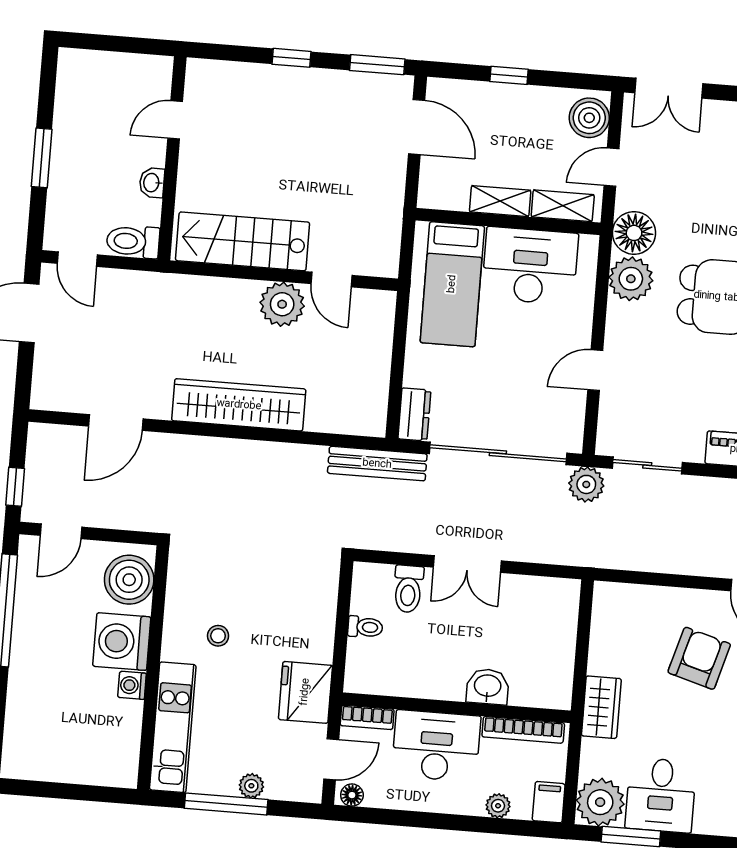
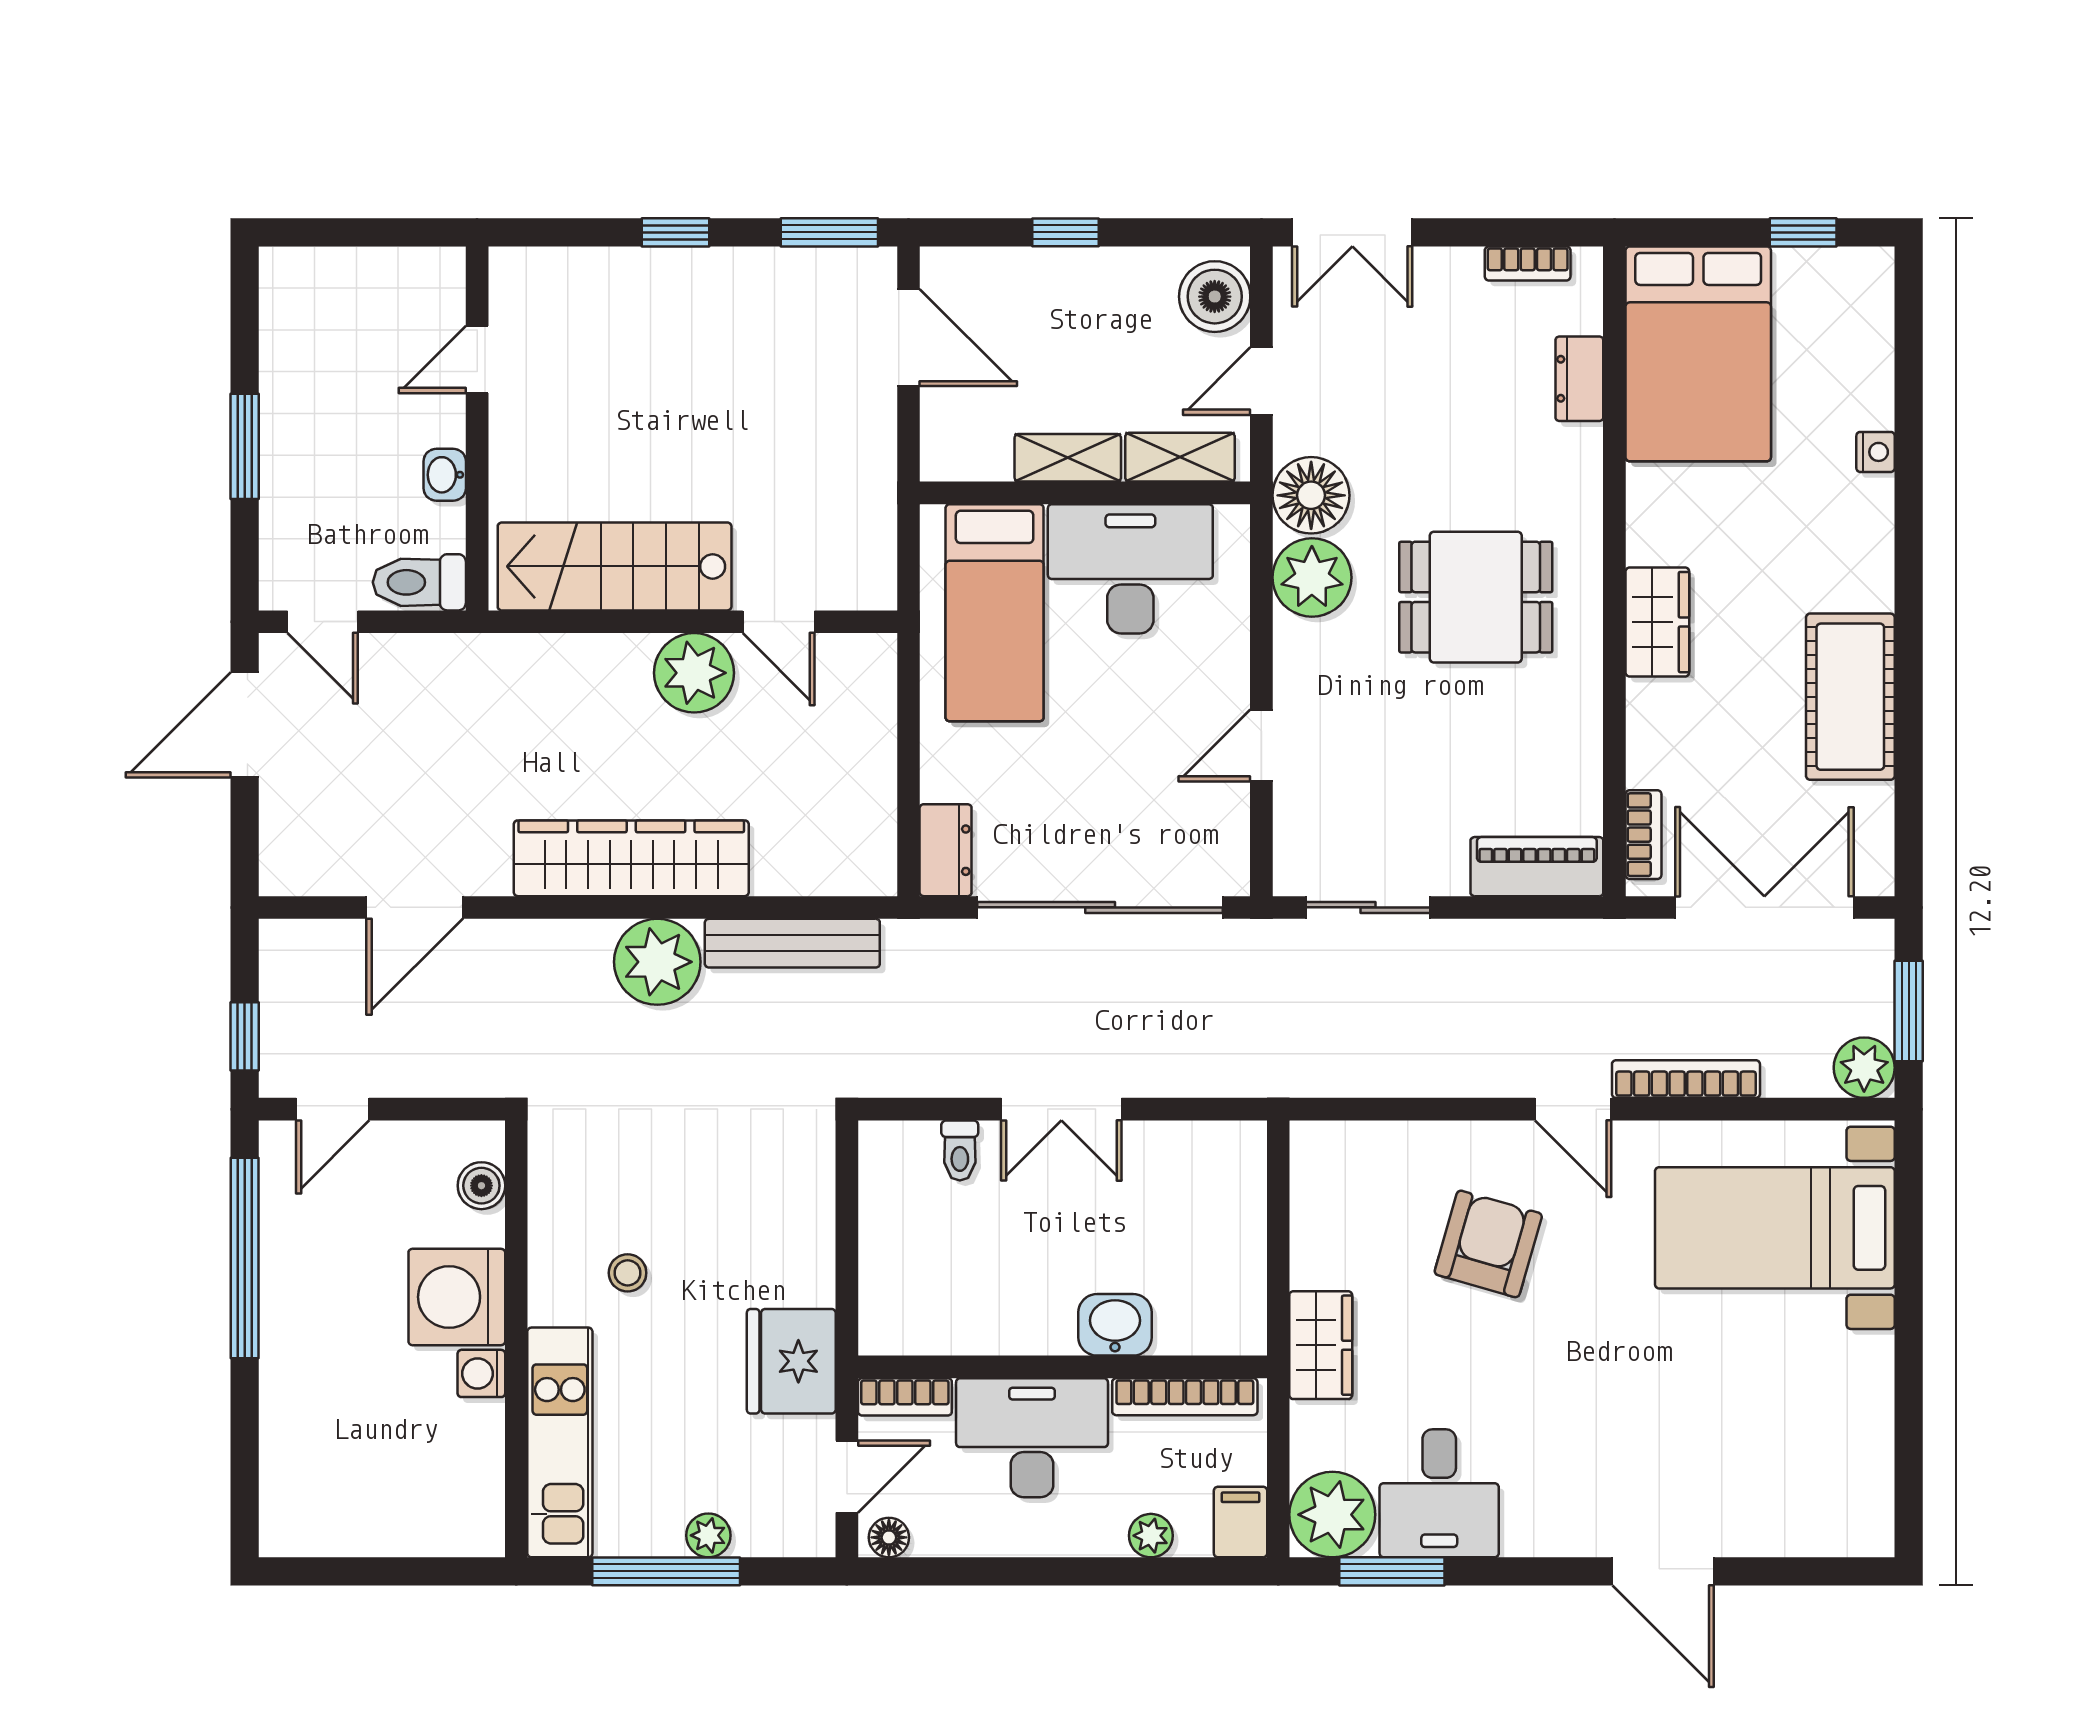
bench: (377, 464) -> (792, 943), moved
plant: (586, 484) -> (657, 962), moved, width x1.36, depth x1.36
boiler: (129, 580) -> (481, 1186), width x0.54, depth x0.54
toilet: (408, 589) -> (960, 1150), width x0.73, depth x0.72
toilet: (365, 627) -> (889, 1236), removed

